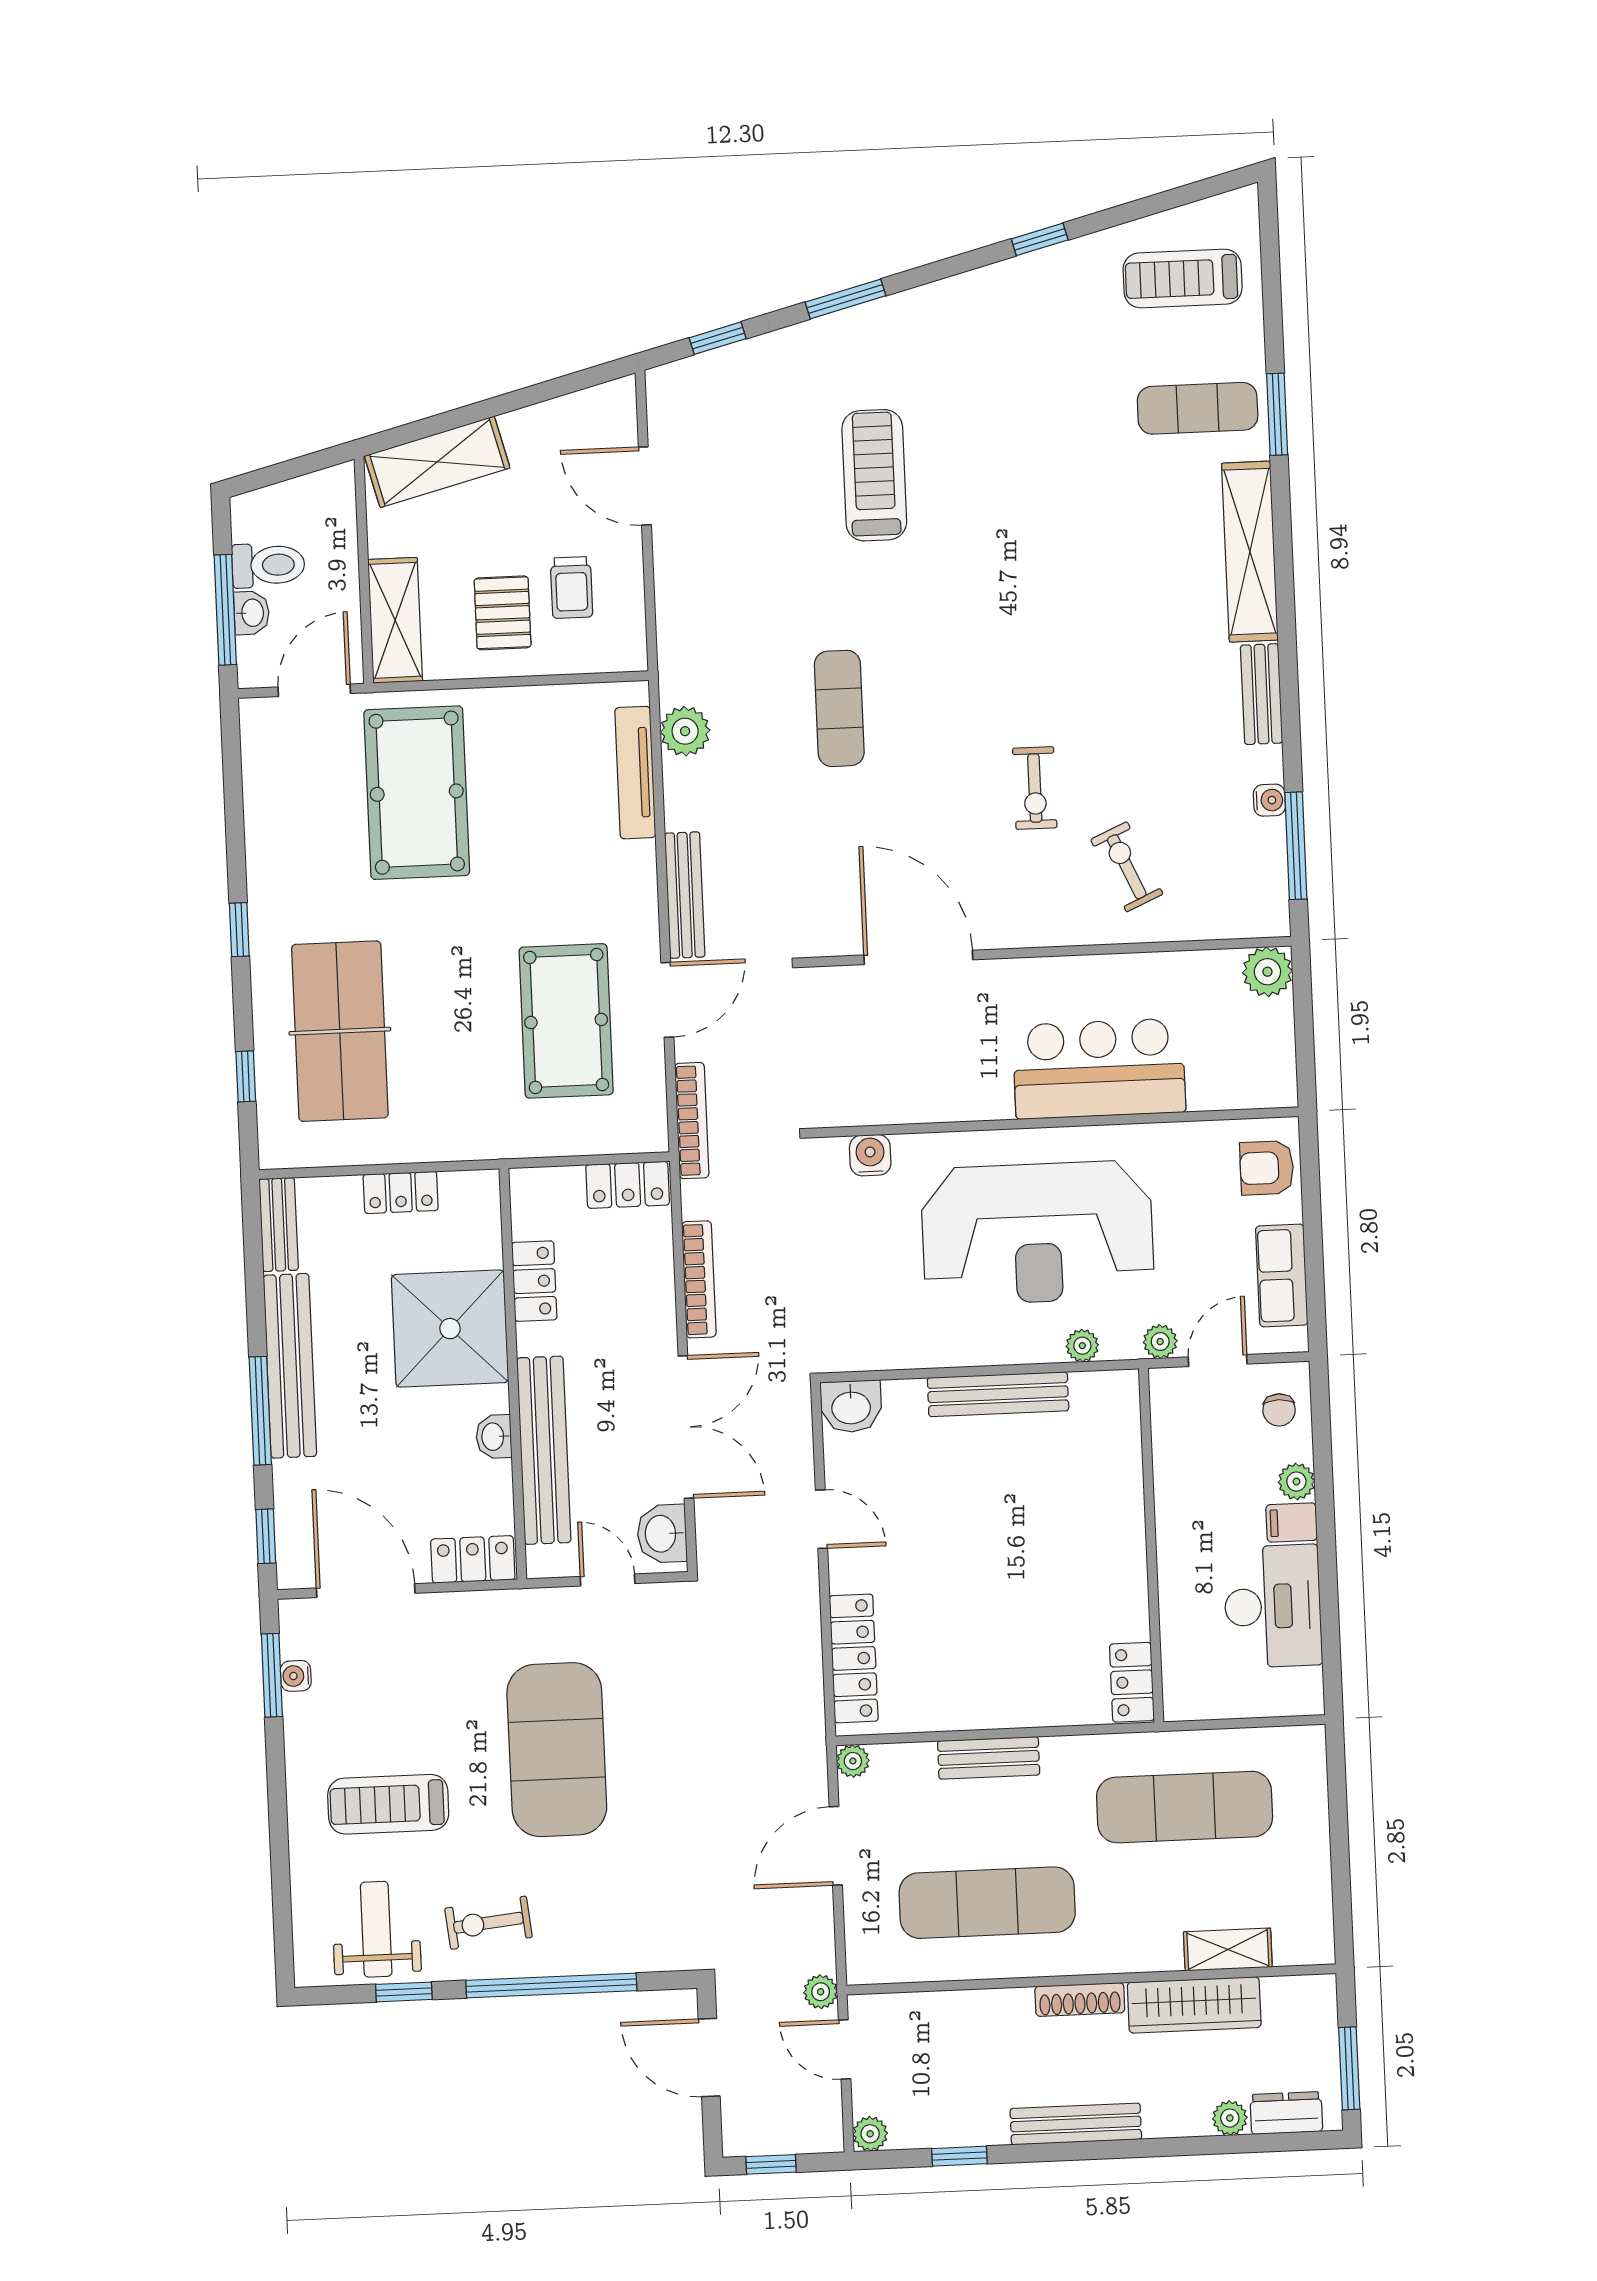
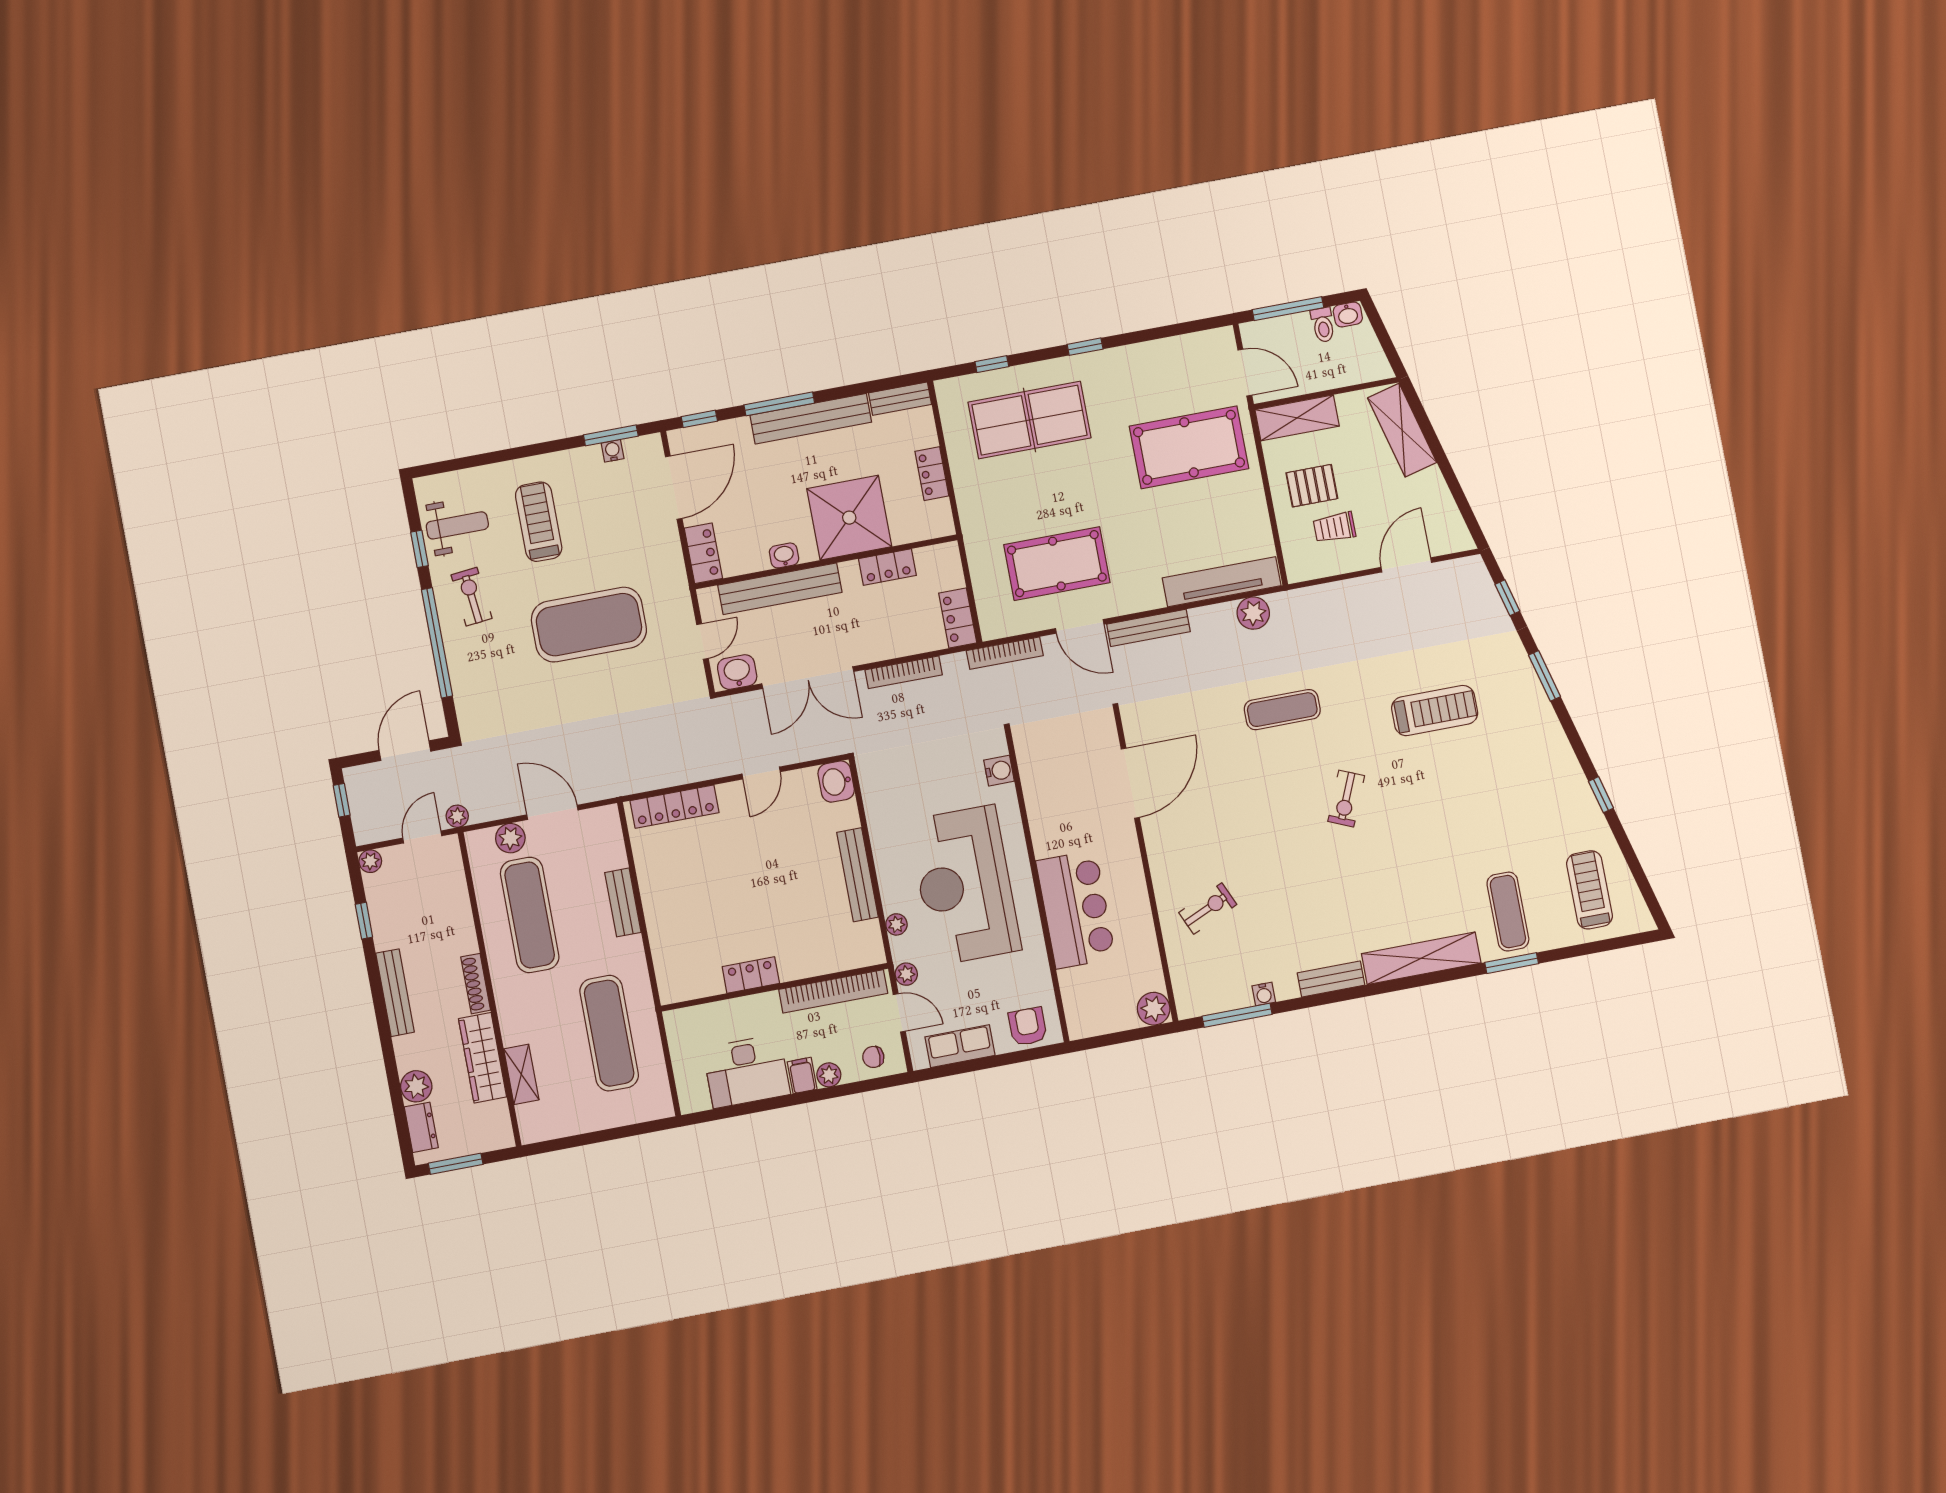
toilet: (268, 565) -> (1323, 325), width x0.73, depth x0.72
washbasin: (252, 613) -> (1348, 315), moved
tv unit: (635, 773) -> (1222, 582), width x1.36, depth x1.29
exercise bike: (1035, 788) -> (1346, 799), moved, turned -67
bookcase: (1170, 1457) -> (833, 991), added
locker: (1132, 1682) -> (751, 975), moved
plant: (853, 1761) -> (510, 838), moved, width x1.38, depth x1.38
plant: (1230, 2118) -> (416, 1086), width x1.38, depth x1.38

